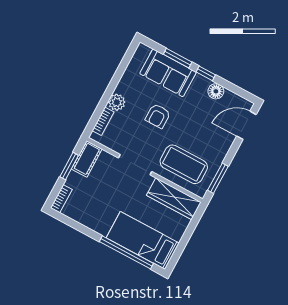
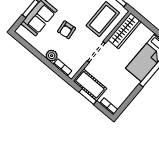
armchair: (158, 116) -> (67, 30), turned 83
cot: (87, 159) -> (90, 85), width x1.37, depth x1.34

